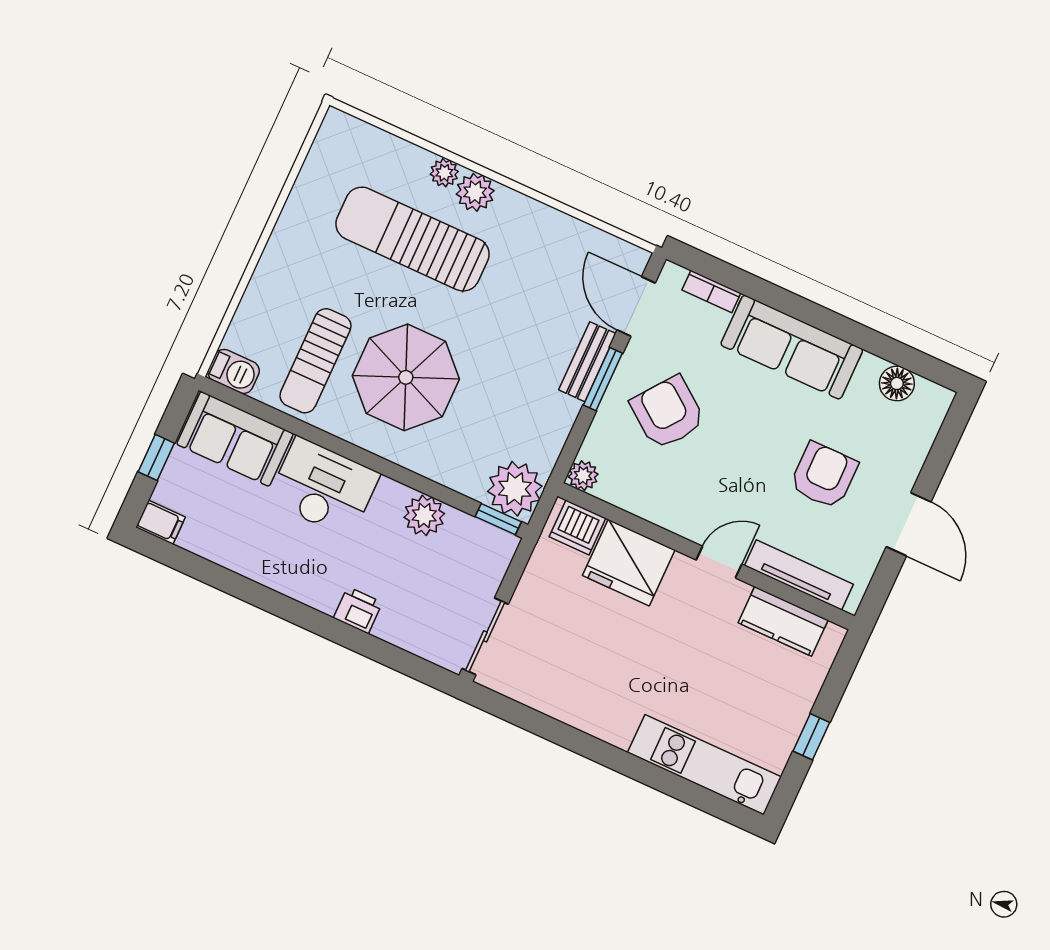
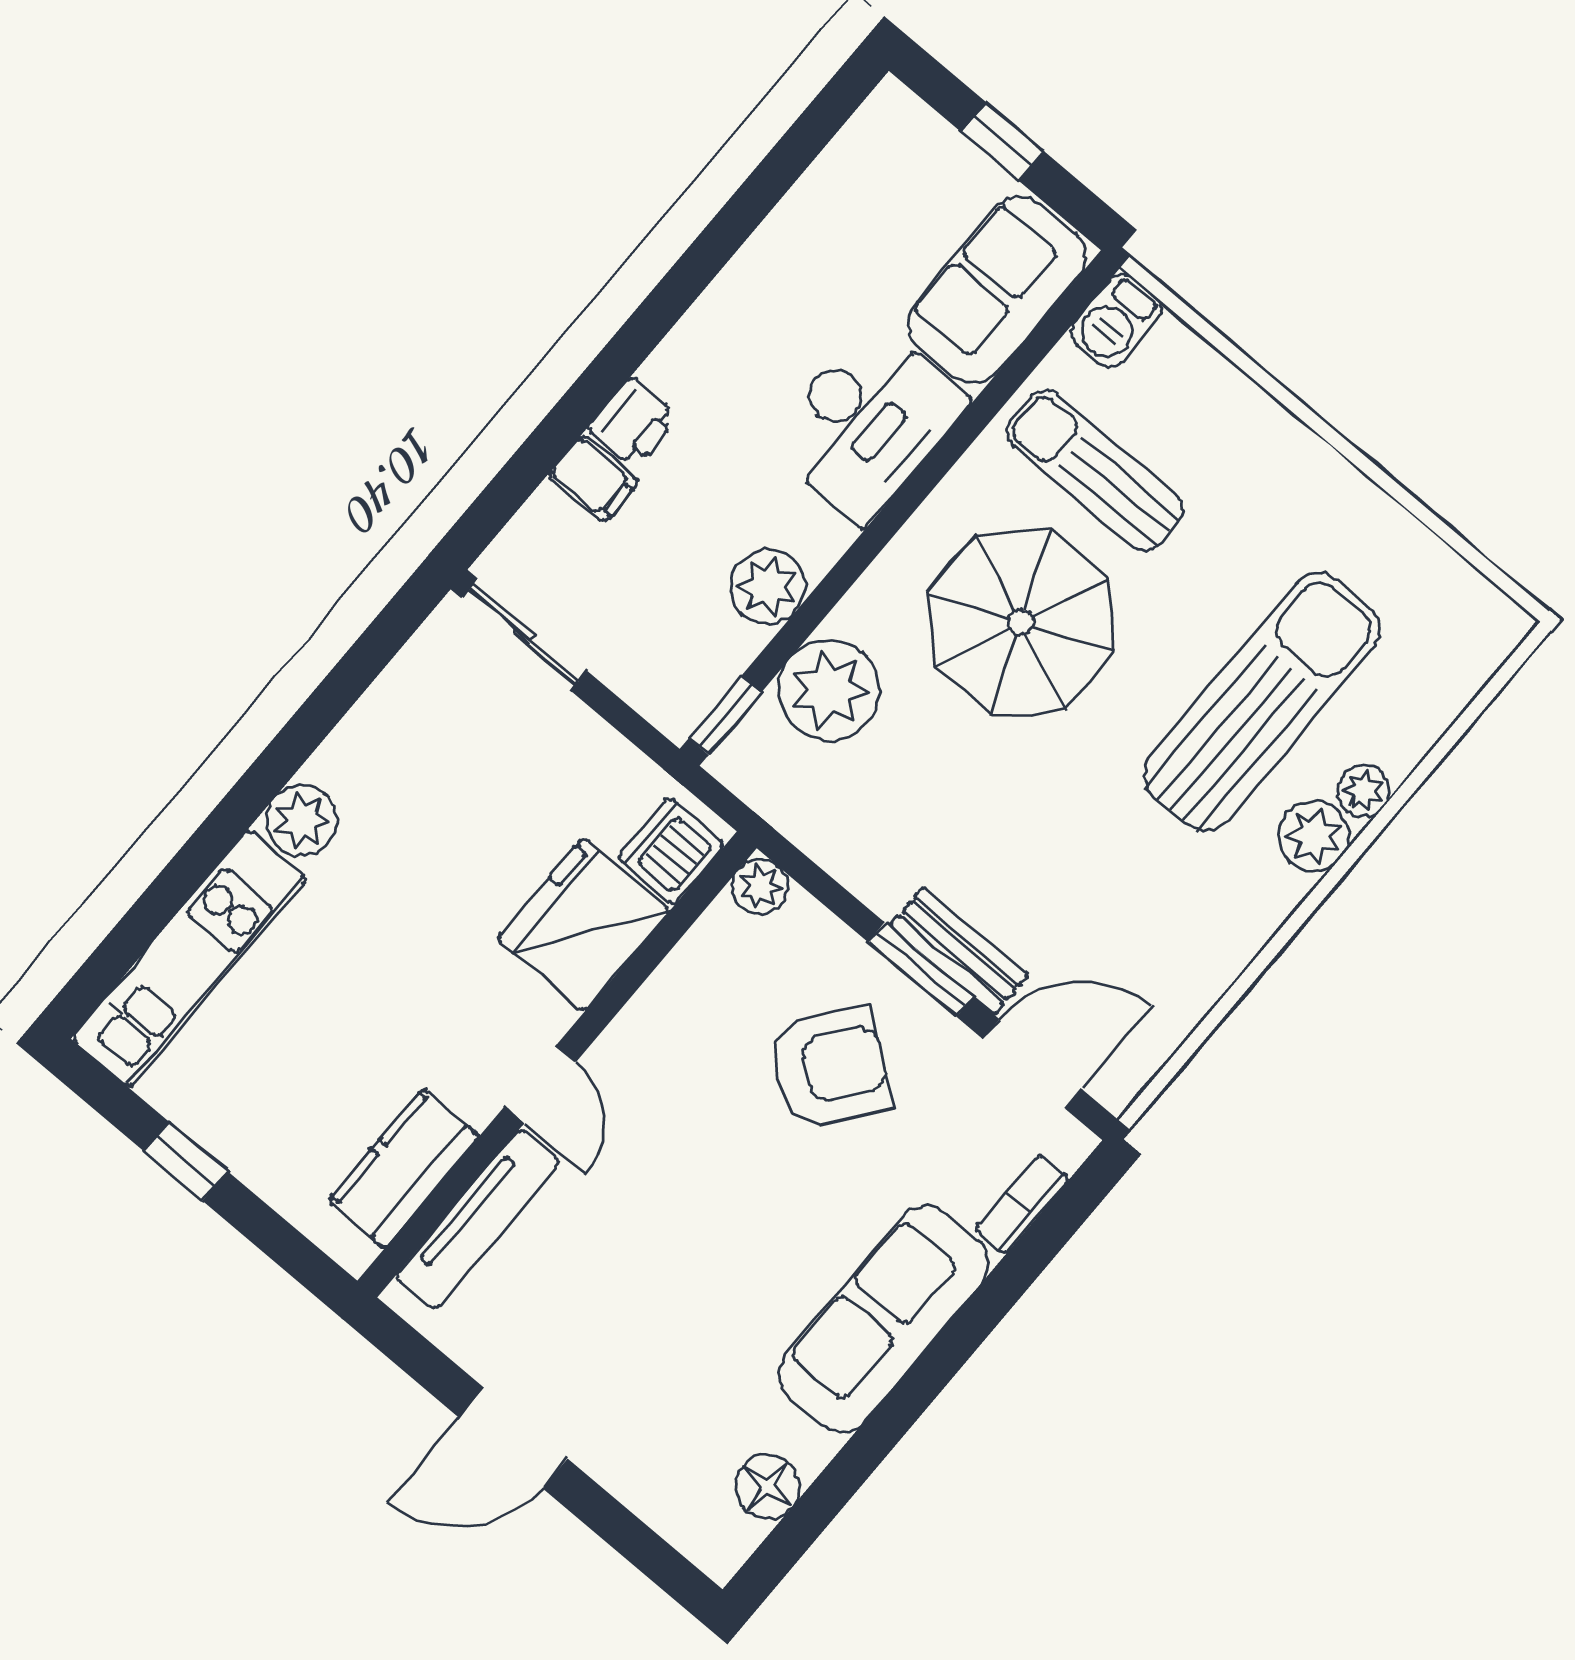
armchair: (824, 475) -> (642, 1312), removed
plant: (515, 489) -> (829, 690), moved
filing cabinet: (161, 522) -> (593, 478), moved, turned -90
plant: (615, 726) -> (302, 820), added

